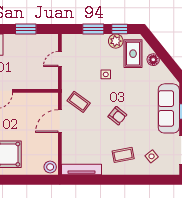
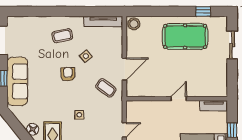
armchair: (117, 116) -> (68, 74), turned 51
side table: (152, 156) -> (86, 56), moved

